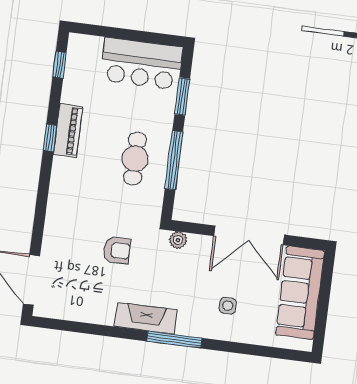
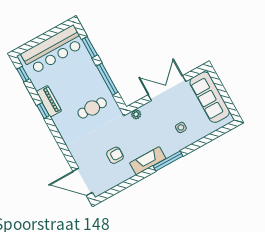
bar counter: (141, 64) -> (53, 50), width x1.36
cafe table: (135, 159) -> (92, 108), moved, turned 90
double door: (249, 235) -> (167, 88), swing flipped
armchair: (117, 250) -> (115, 155), moved

